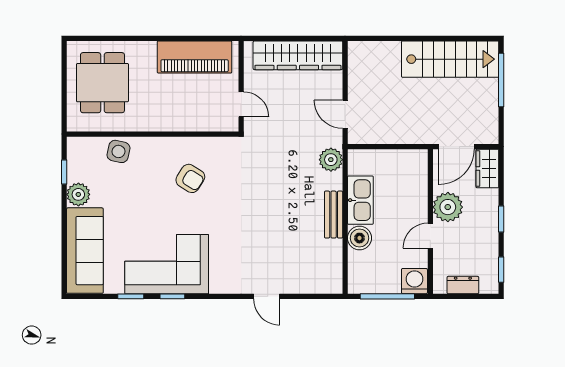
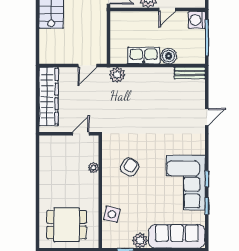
piano: (195, 57) -> (50, 164), removed
plant: (189, 124) -> (93, 168), added
bench: (334, 215) -> (190, 73), moved
door: (430, 236) -> (167, 10), hinge flipped

